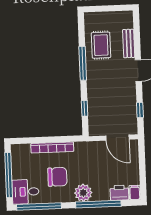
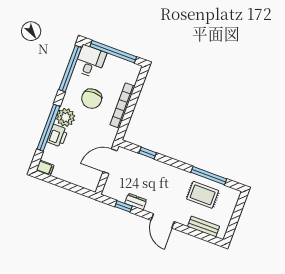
bench: (129, 43) -> (204, 226), moved
window: (83, 63) -> (209, 176), moved
dresser: (131, 101) -> (136, 202), added
door: (117, 138) -> (110, 161), moved
printer: (119, 193) -> (57, 136), moved

